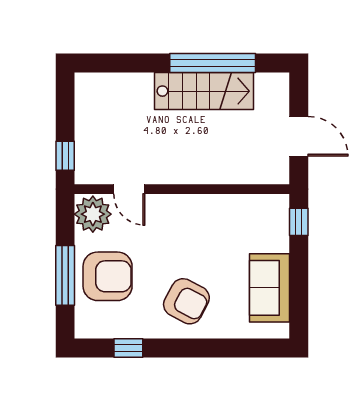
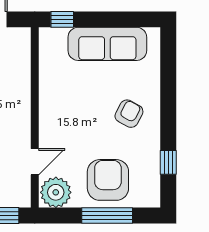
sofa: (270, 288) -> (107, 44), width x1.36
armchair: (186, 301) -> (129, 114), width x0.72, depth x0.72

